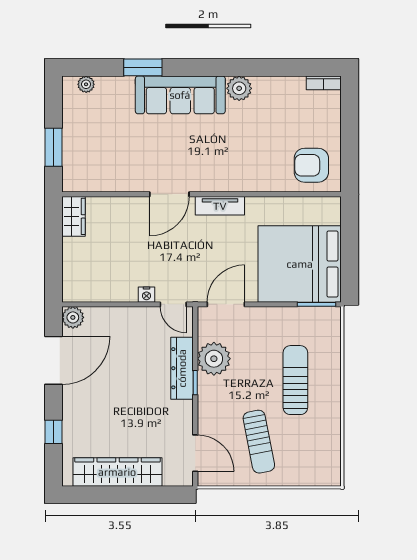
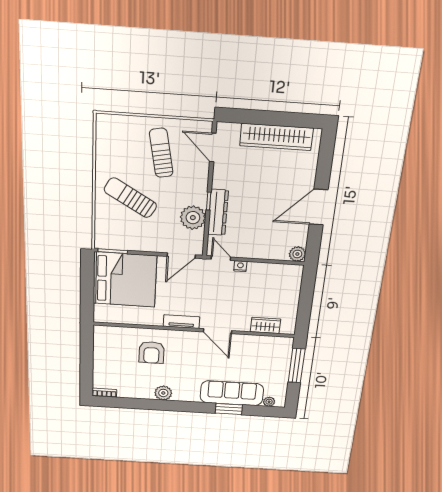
sofa: (180, 95) -> (232, 393), moved
window: (53, 147) -> (297, 366), width x1.44
armchair: (311, 165) -> (152, 352), moved, turned 90
door: (169, 194) -> (217, 331), swing flipped
wardrobe: (73, 216) -> (265, 325), moved, turned 90
door: (53, 360) -> (319, 207), moved
sun lounger: (295, 380) -> (130, 198), turned 120
window: (53, 432) -> (324, 172), removed

